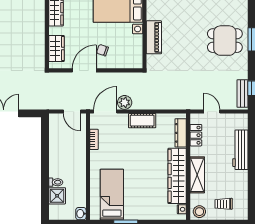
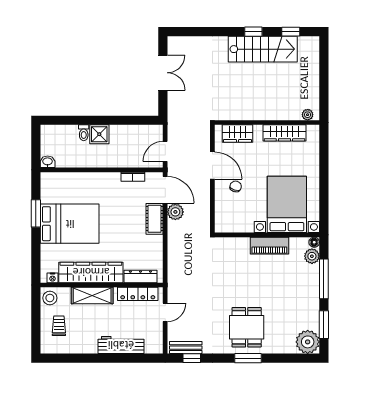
piano: (154, 37) -> (269, 246), moved
cot: (142, 121) -> (154, 219), moved
locker: (196, 135) -> (138, 294), width x1.53
bed: (112, 194) -> (70, 224), moved, width x1.50
shower: (57, 196) -> (99, 134), moved

